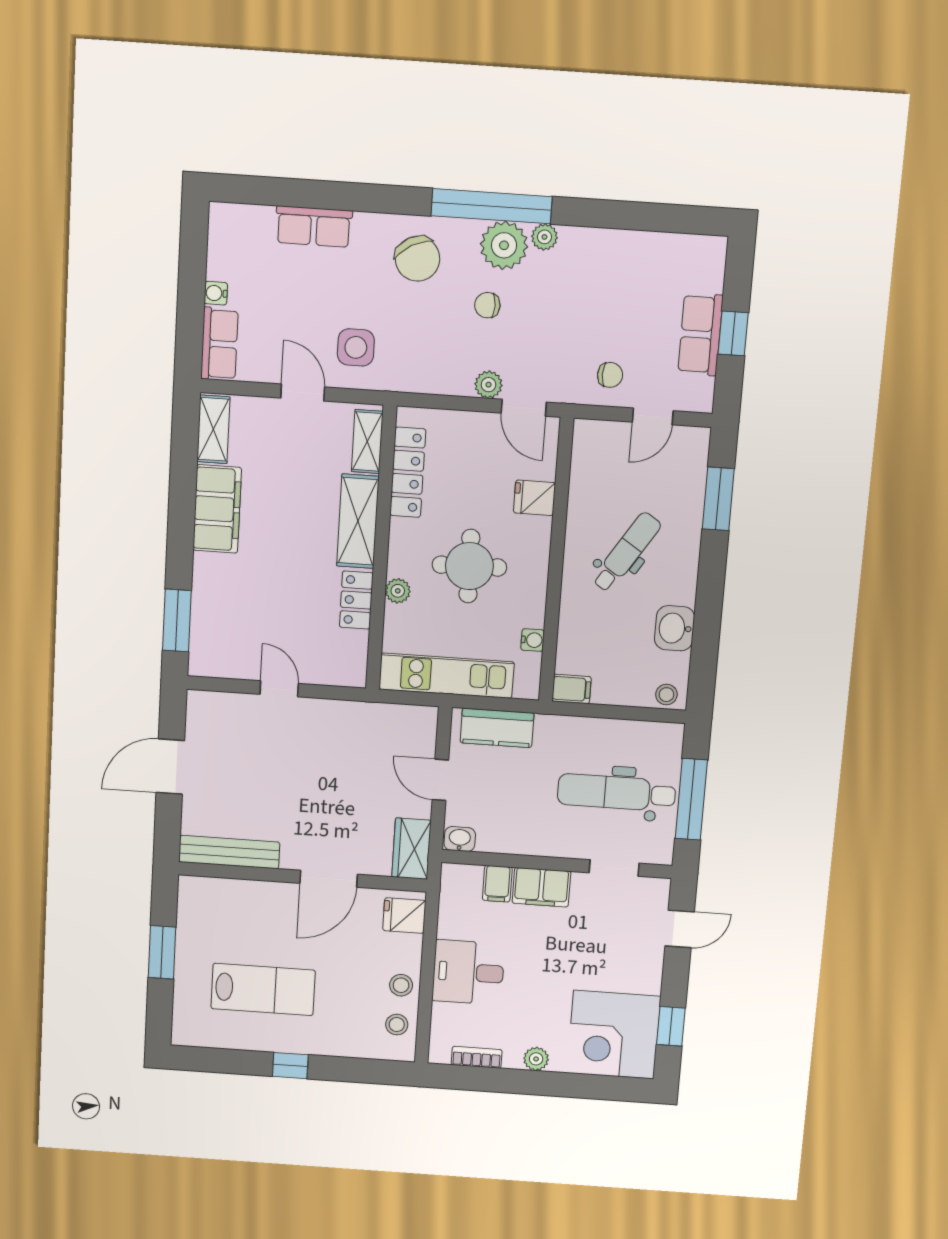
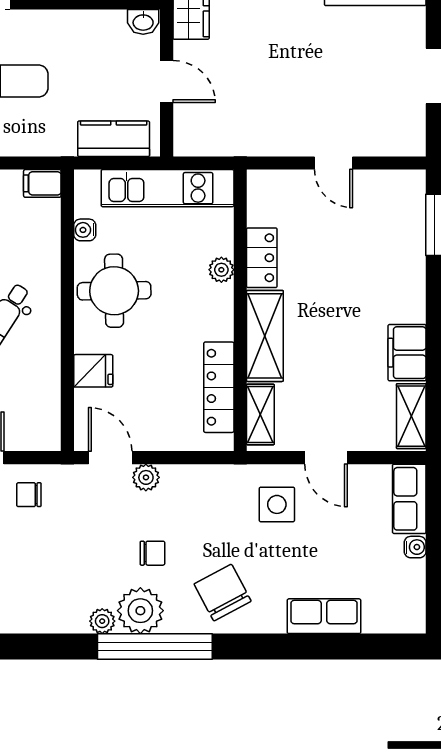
filing cabinet: (217, 509) -> (407, 353), width x0.67, depth x0.86
round table: (469, 566) -> (114, 291), moved

